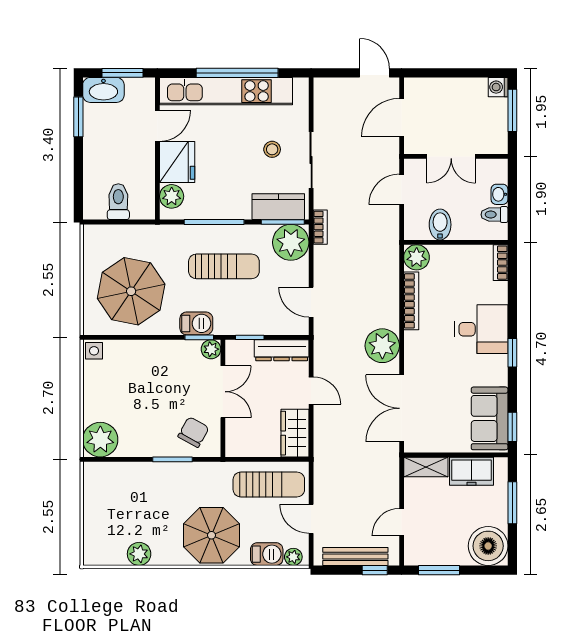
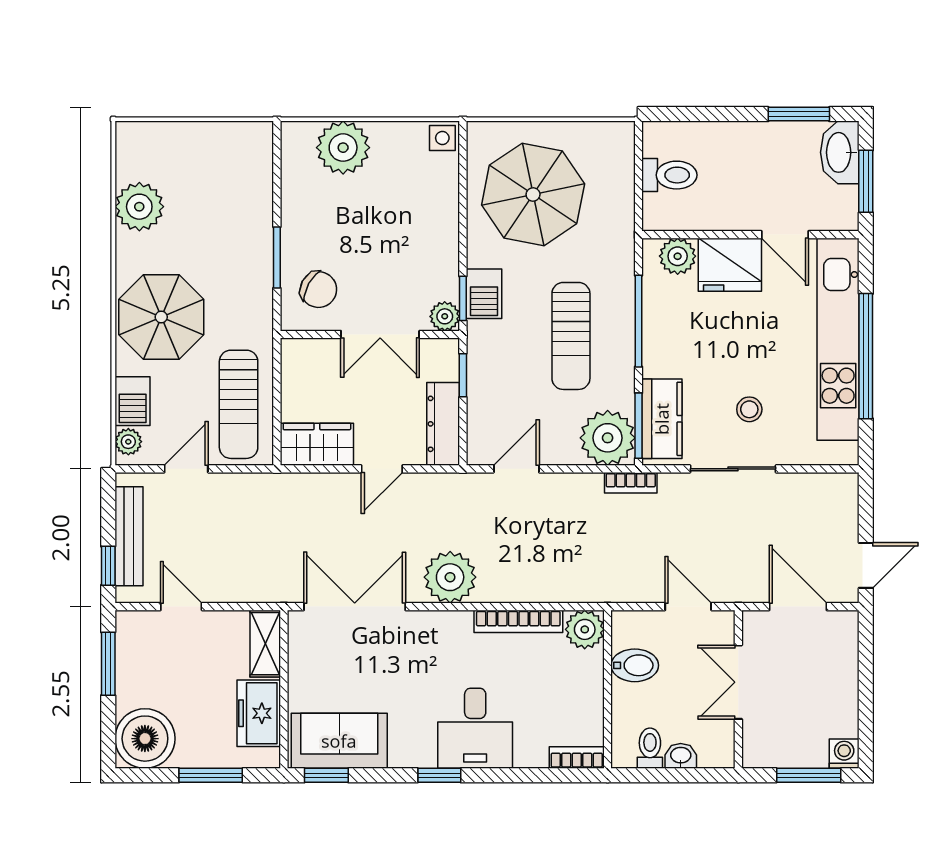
plant: (100, 440) -> (343, 148), moved
plant: (139, 554) -> (139, 207), width x1.36, depth x1.36

